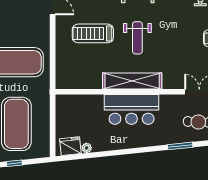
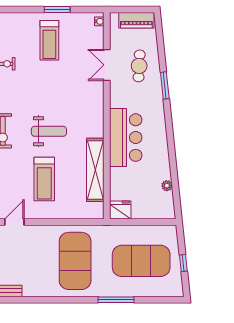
shelving: (132, 81) -> (95, 170), moved
fridge: (70, 146) -> (120, 210), moved, turned 96

